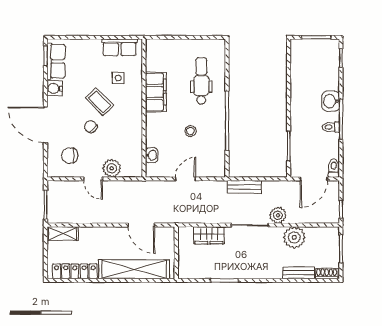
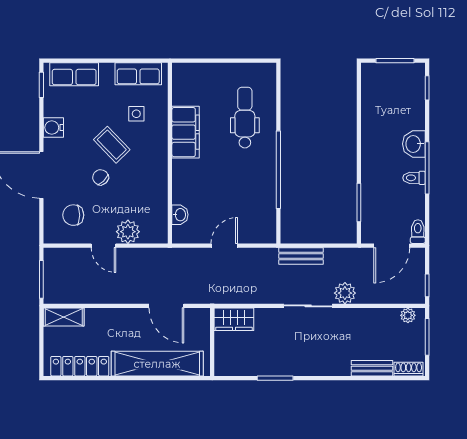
row of seats: (56, 61) -> (74, 74), moved, turned 90
stool: (190, 131) -> (231, 183), removed
wardrobe: (209, 235) -> (234, 319), moved
plant: (294, 237) -> (408, 315), moved, width x0.53, depth x0.53

